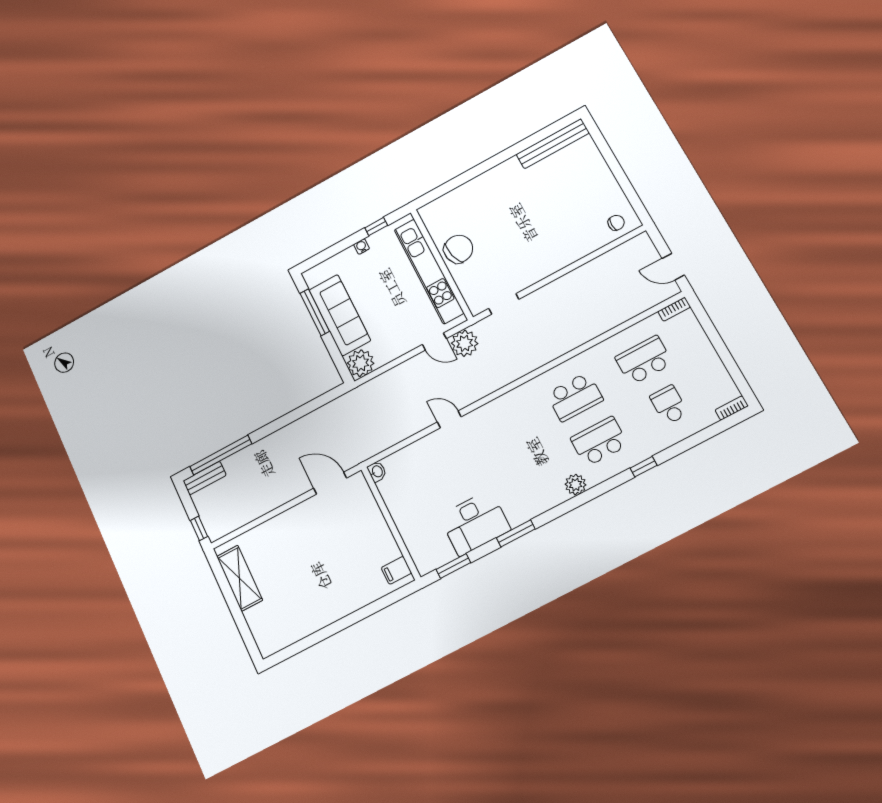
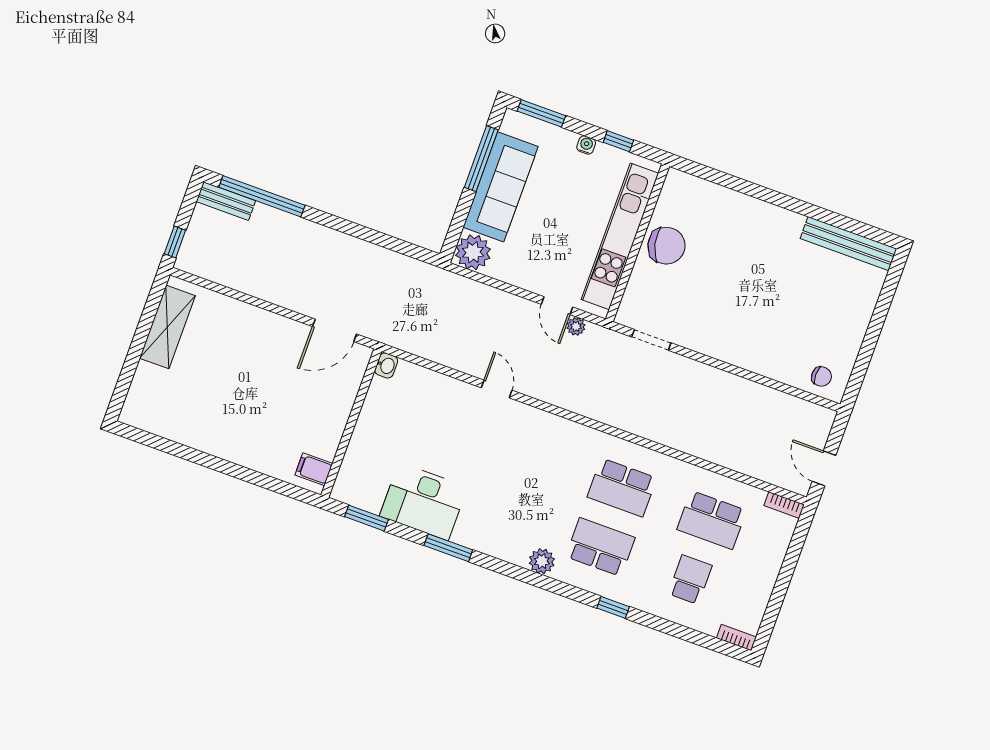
window: (322, 257) -> (541, 113), added
plant: (465, 343) -> (576, 326), width x0.53, depth x0.53
school desk: (644, 360) -> (712, 520), turned 180
door: (330, 483) -> (334, 330), swing flipped

